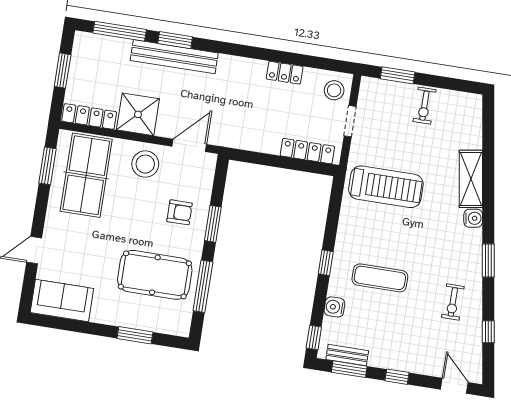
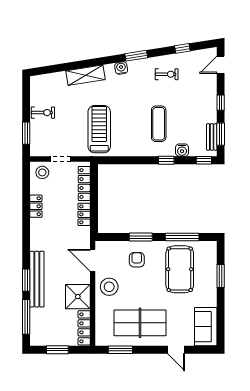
locker: (261, 143) -> (84, 214), added
table tennis table: (86, 175) -> (140, 323), moved
water cooler: (473, 218) -> (121, 68), moved
window: (326, 263) -> (166, 160), moved

